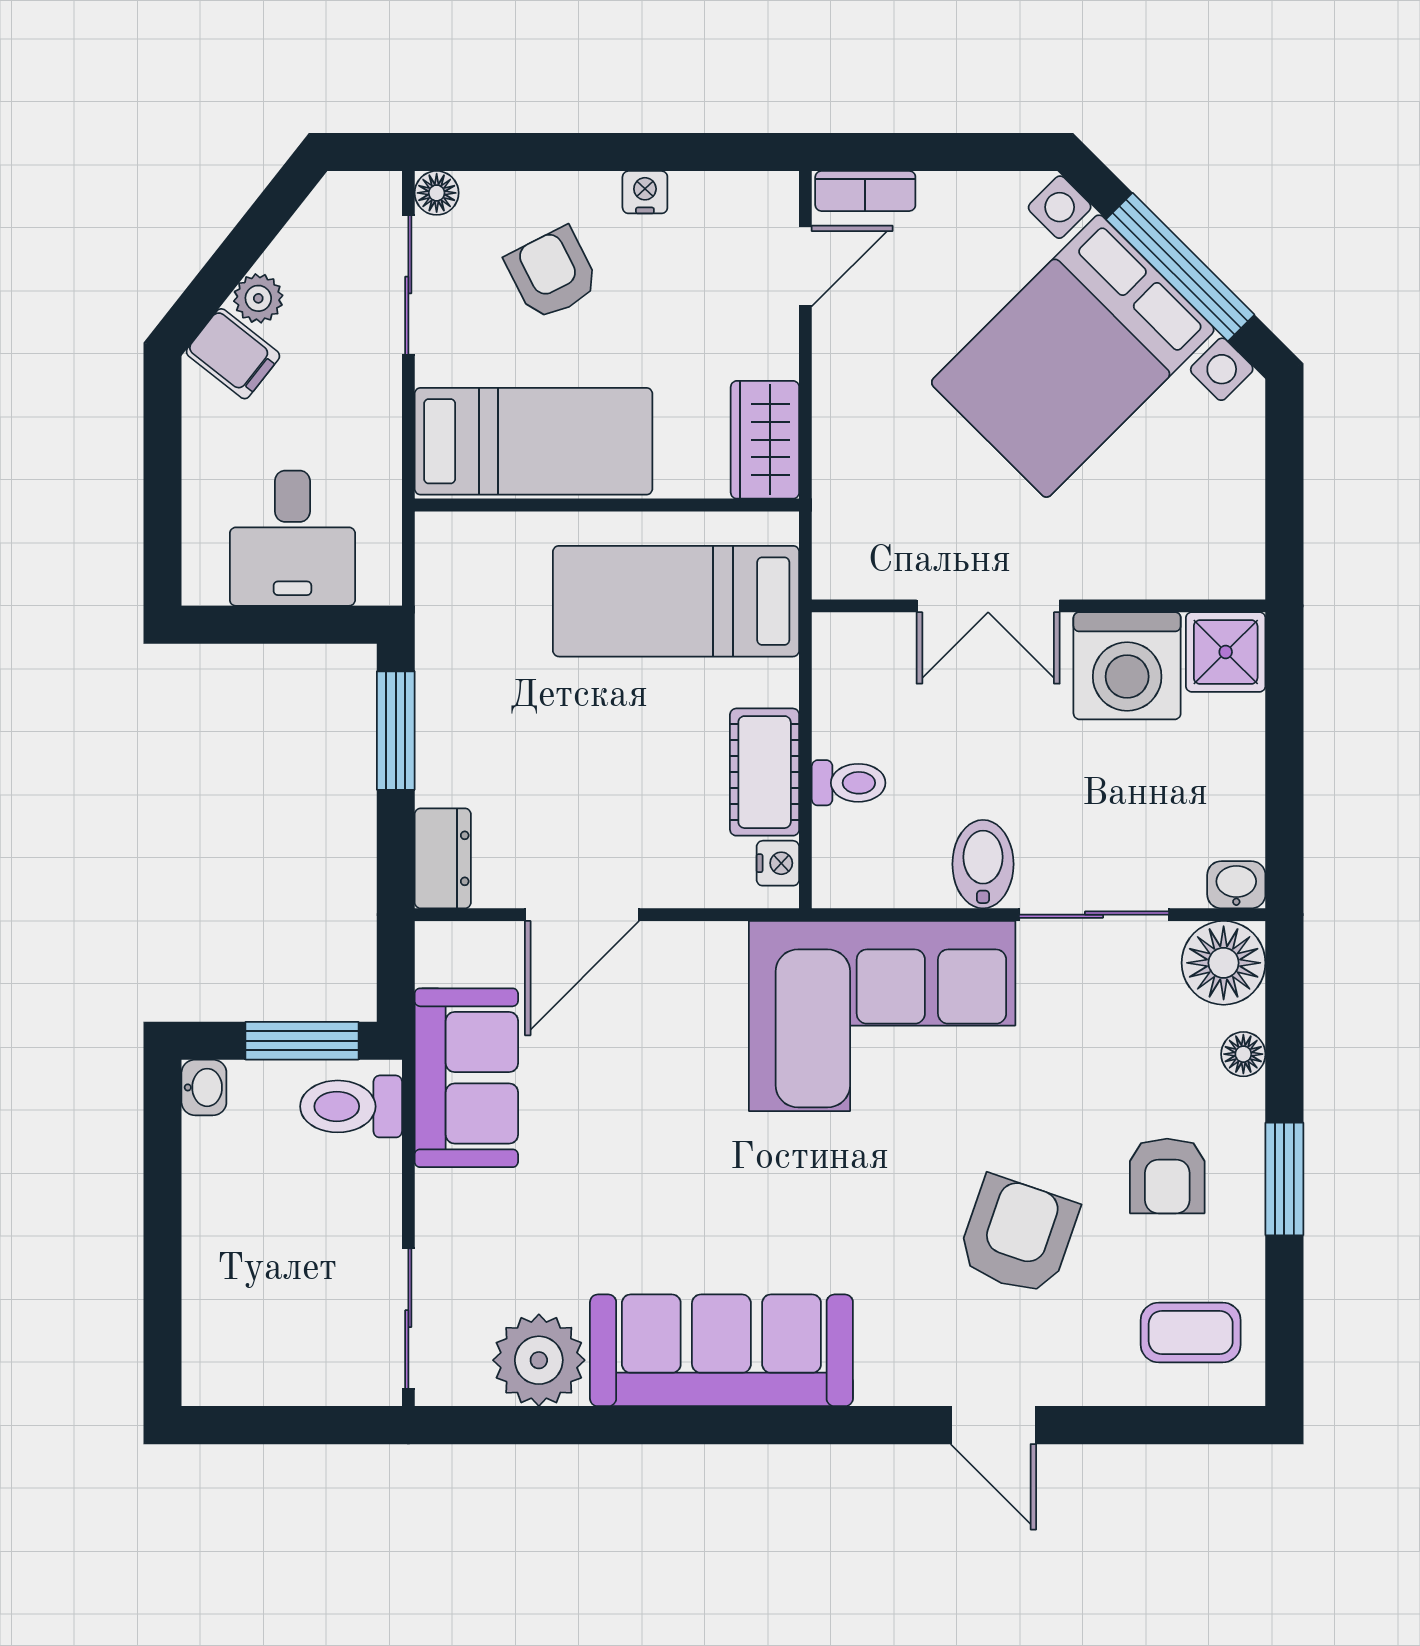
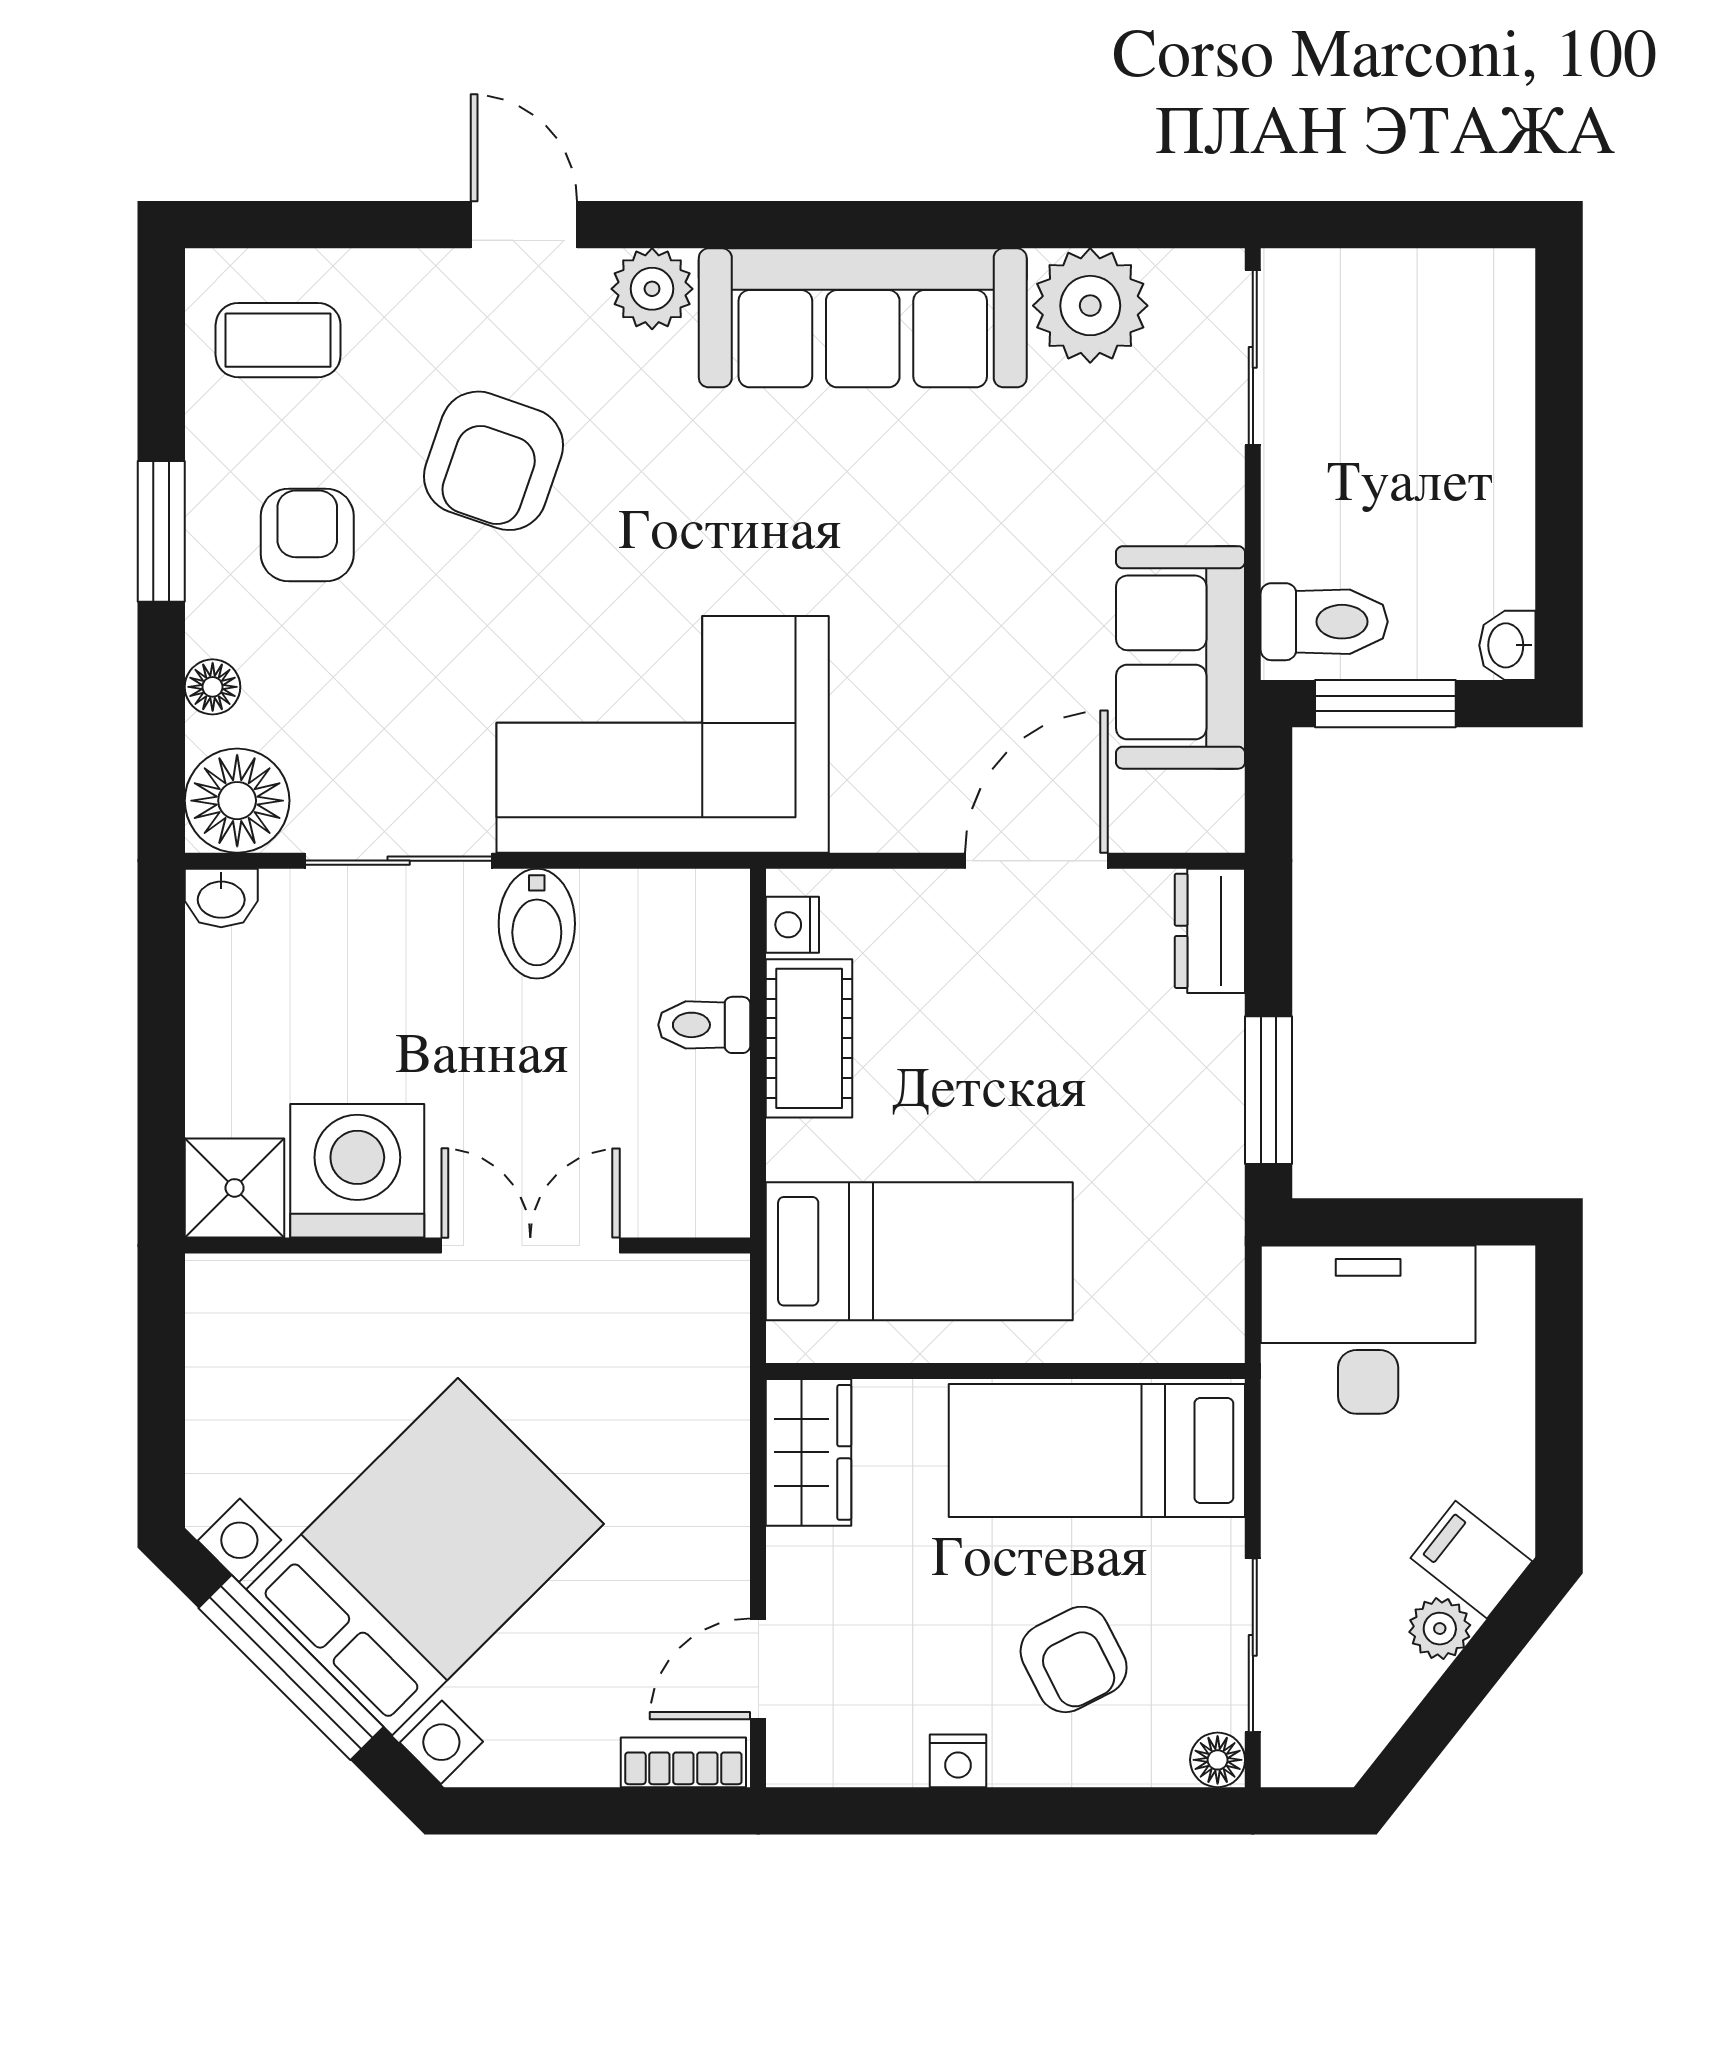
desk: (292, 538) -> (1368, 1330), width x1.37
plant: (891, 1374) -> (652, 289), added

